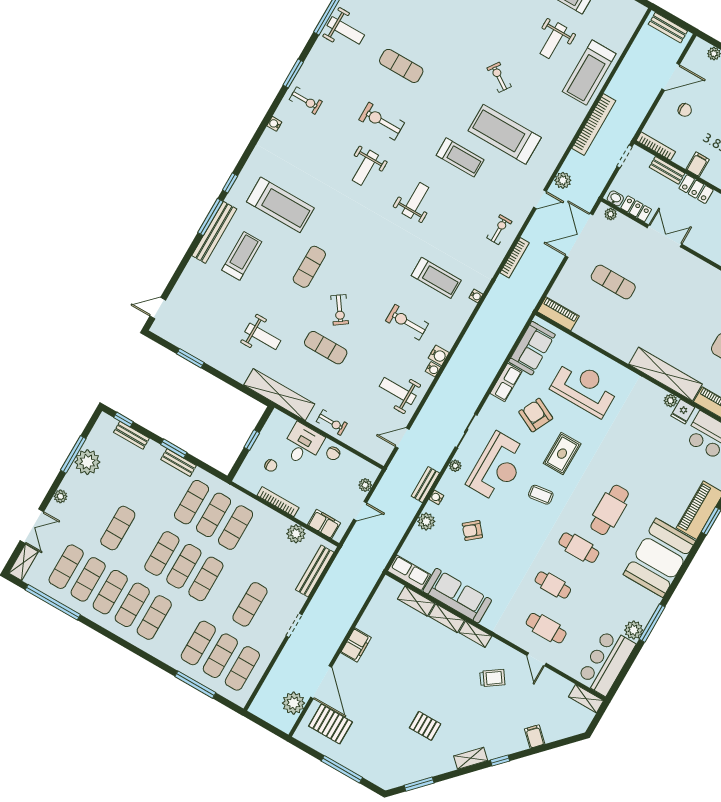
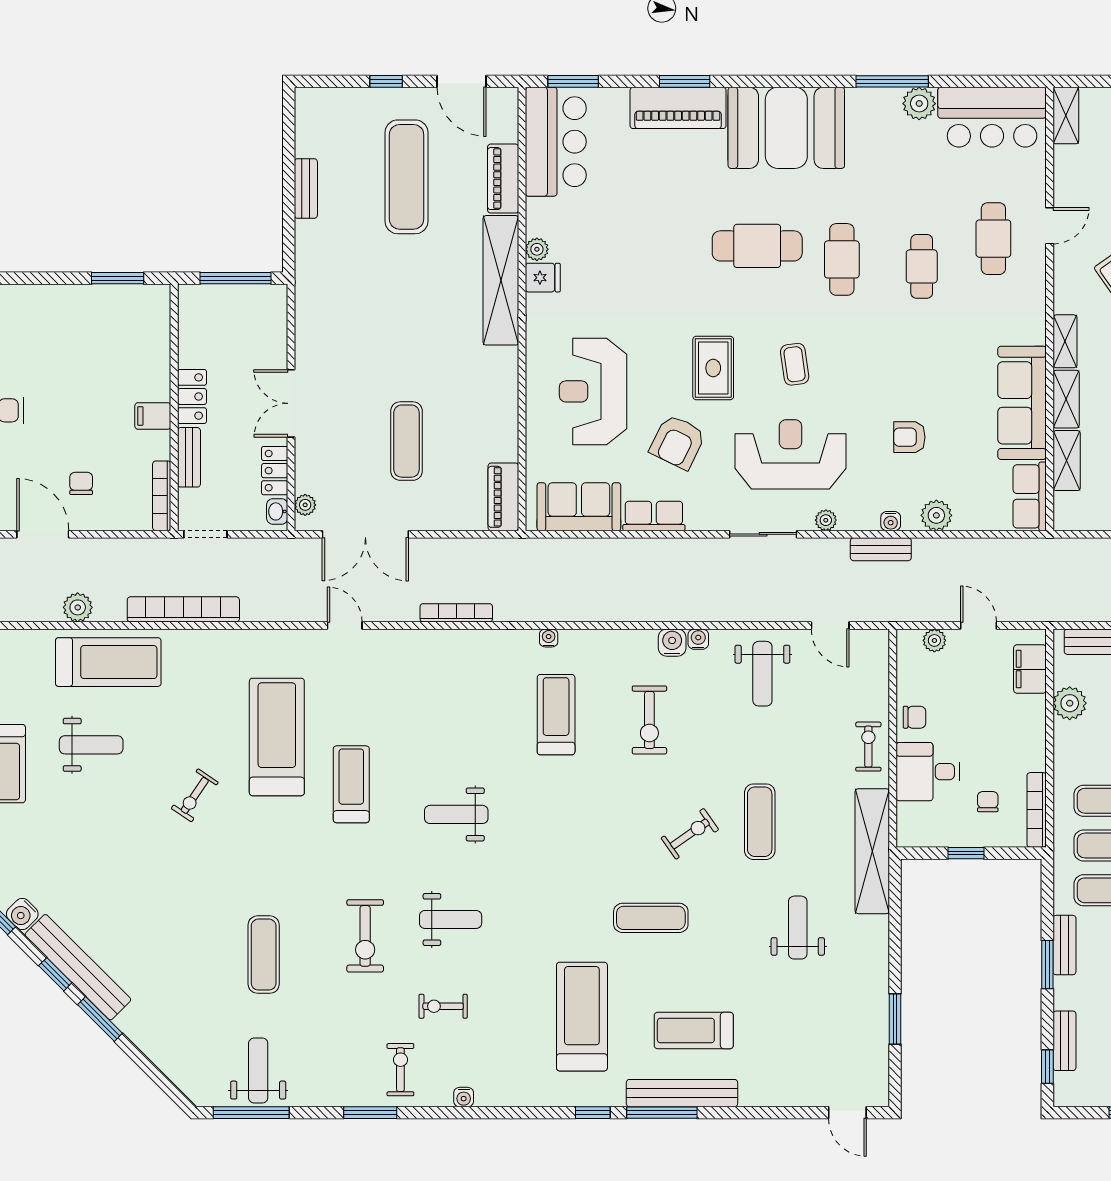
treadmill: (505, 134) -> (277, 737), turned 180
plant: (563, 180) -> (78, 607), moved
exercise bike: (499, 230) -> (443, 1006), moved
fridge: (683, 412) -> (543, 278), moved
rug: (562, 454) -> (713, 368), turned 90
bookcase: (278, 502) -> (1037, 810), moved
armchair: (472, 530) -> (909, 437), turned 130

